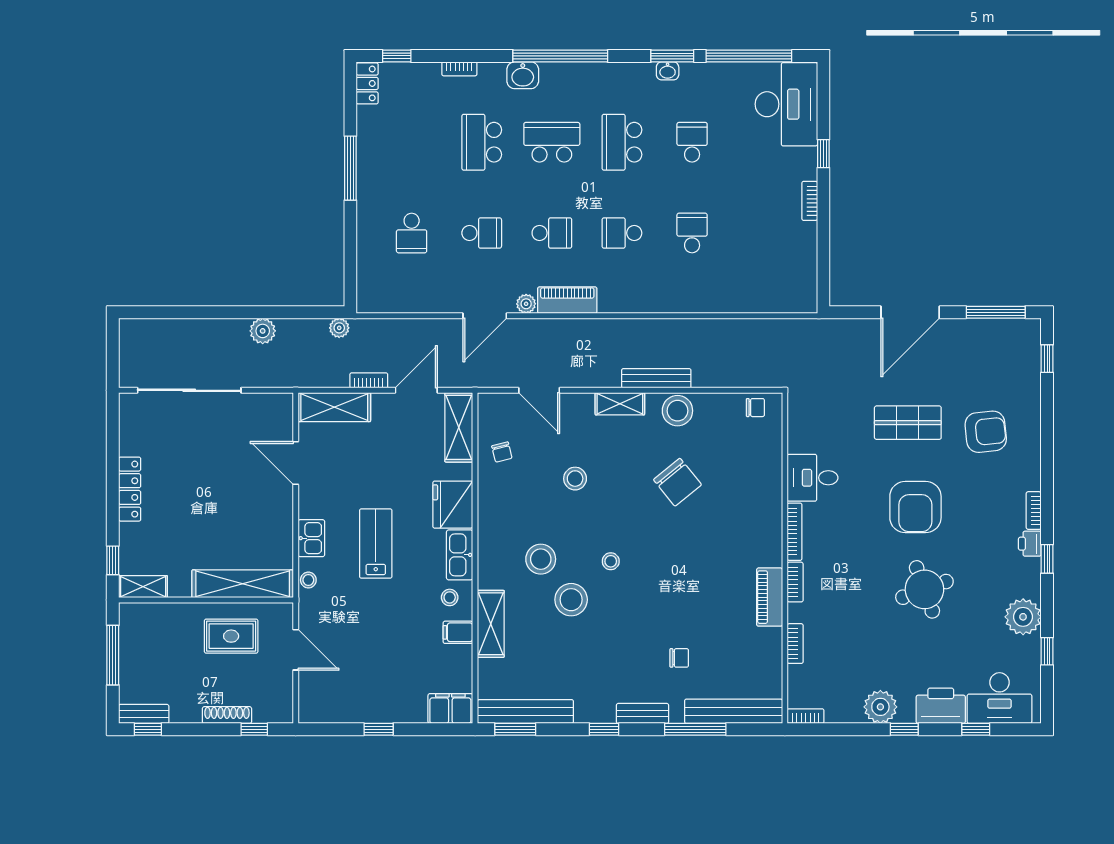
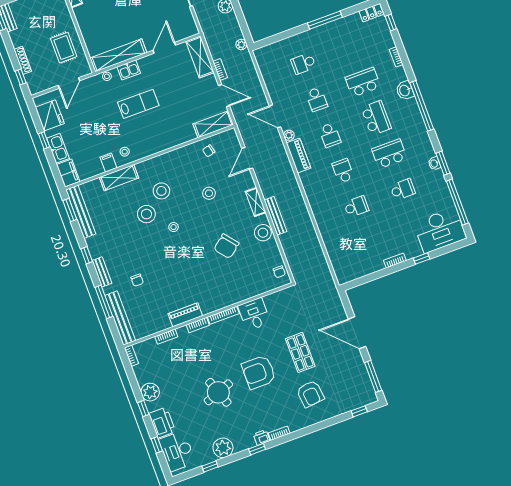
fridge: (453, 505) -> (50, 115), moved, turned 90
kitchen sink: (460, 555) -> (58, 148), moved, turned 90
shelving: (243, 584) -> (118, 55), moved, turned 90

